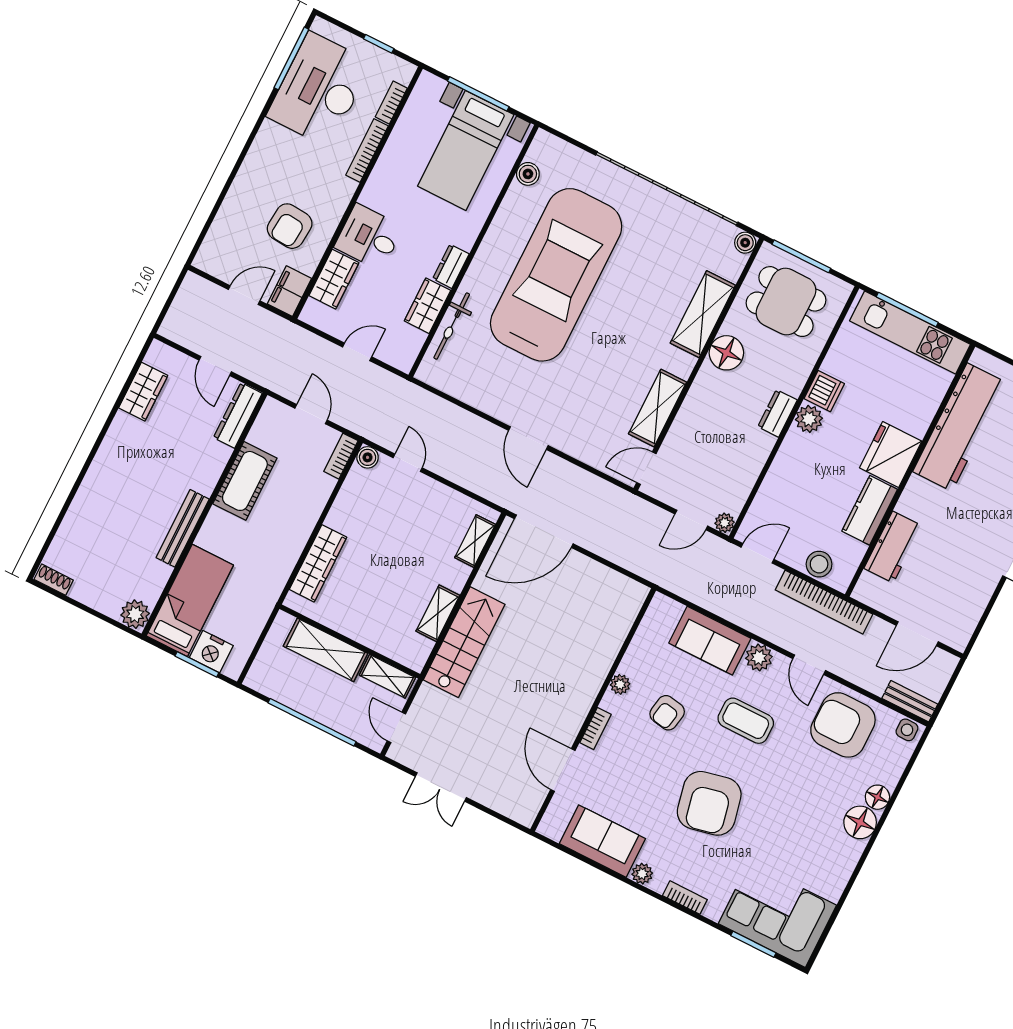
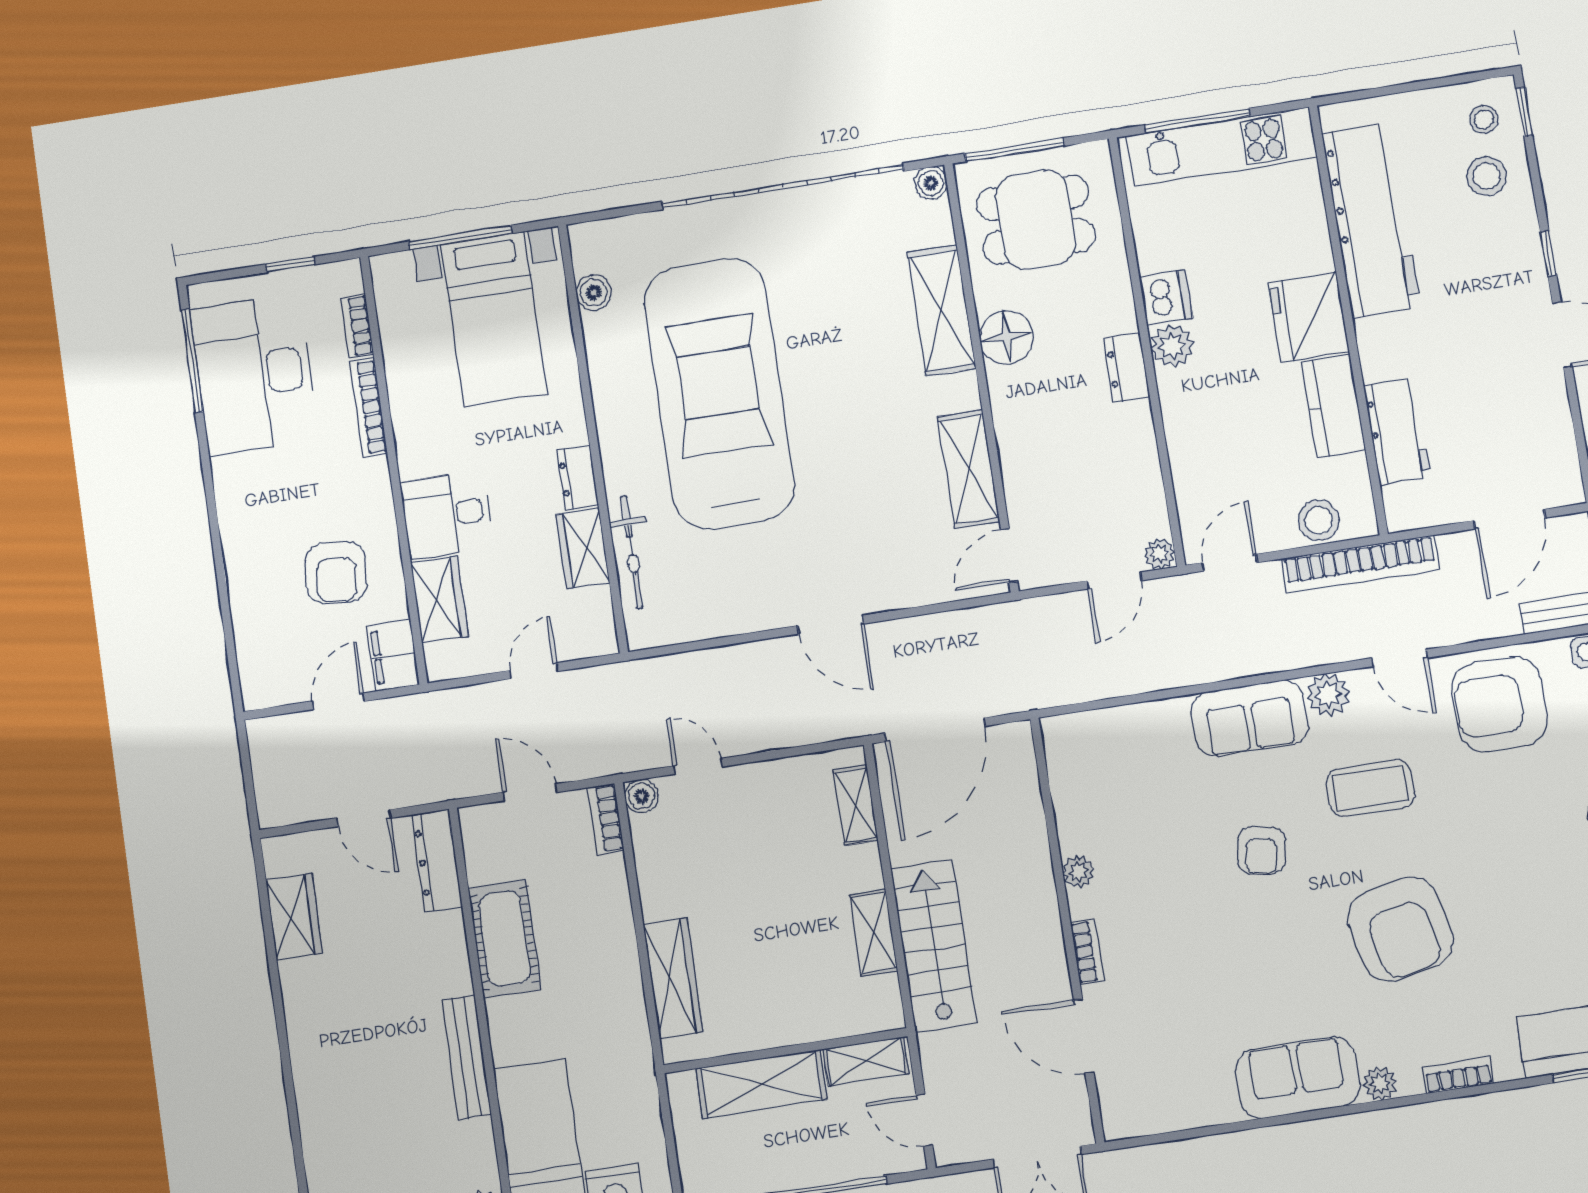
plant: (620, 684) -> (1078, 872), moved
wall: (593, 710) -> (1067, 930), moved
bookcase: (595, 729) -> (1087, 952), moved
door: (563, 770) -> (1084, 1036), moved

